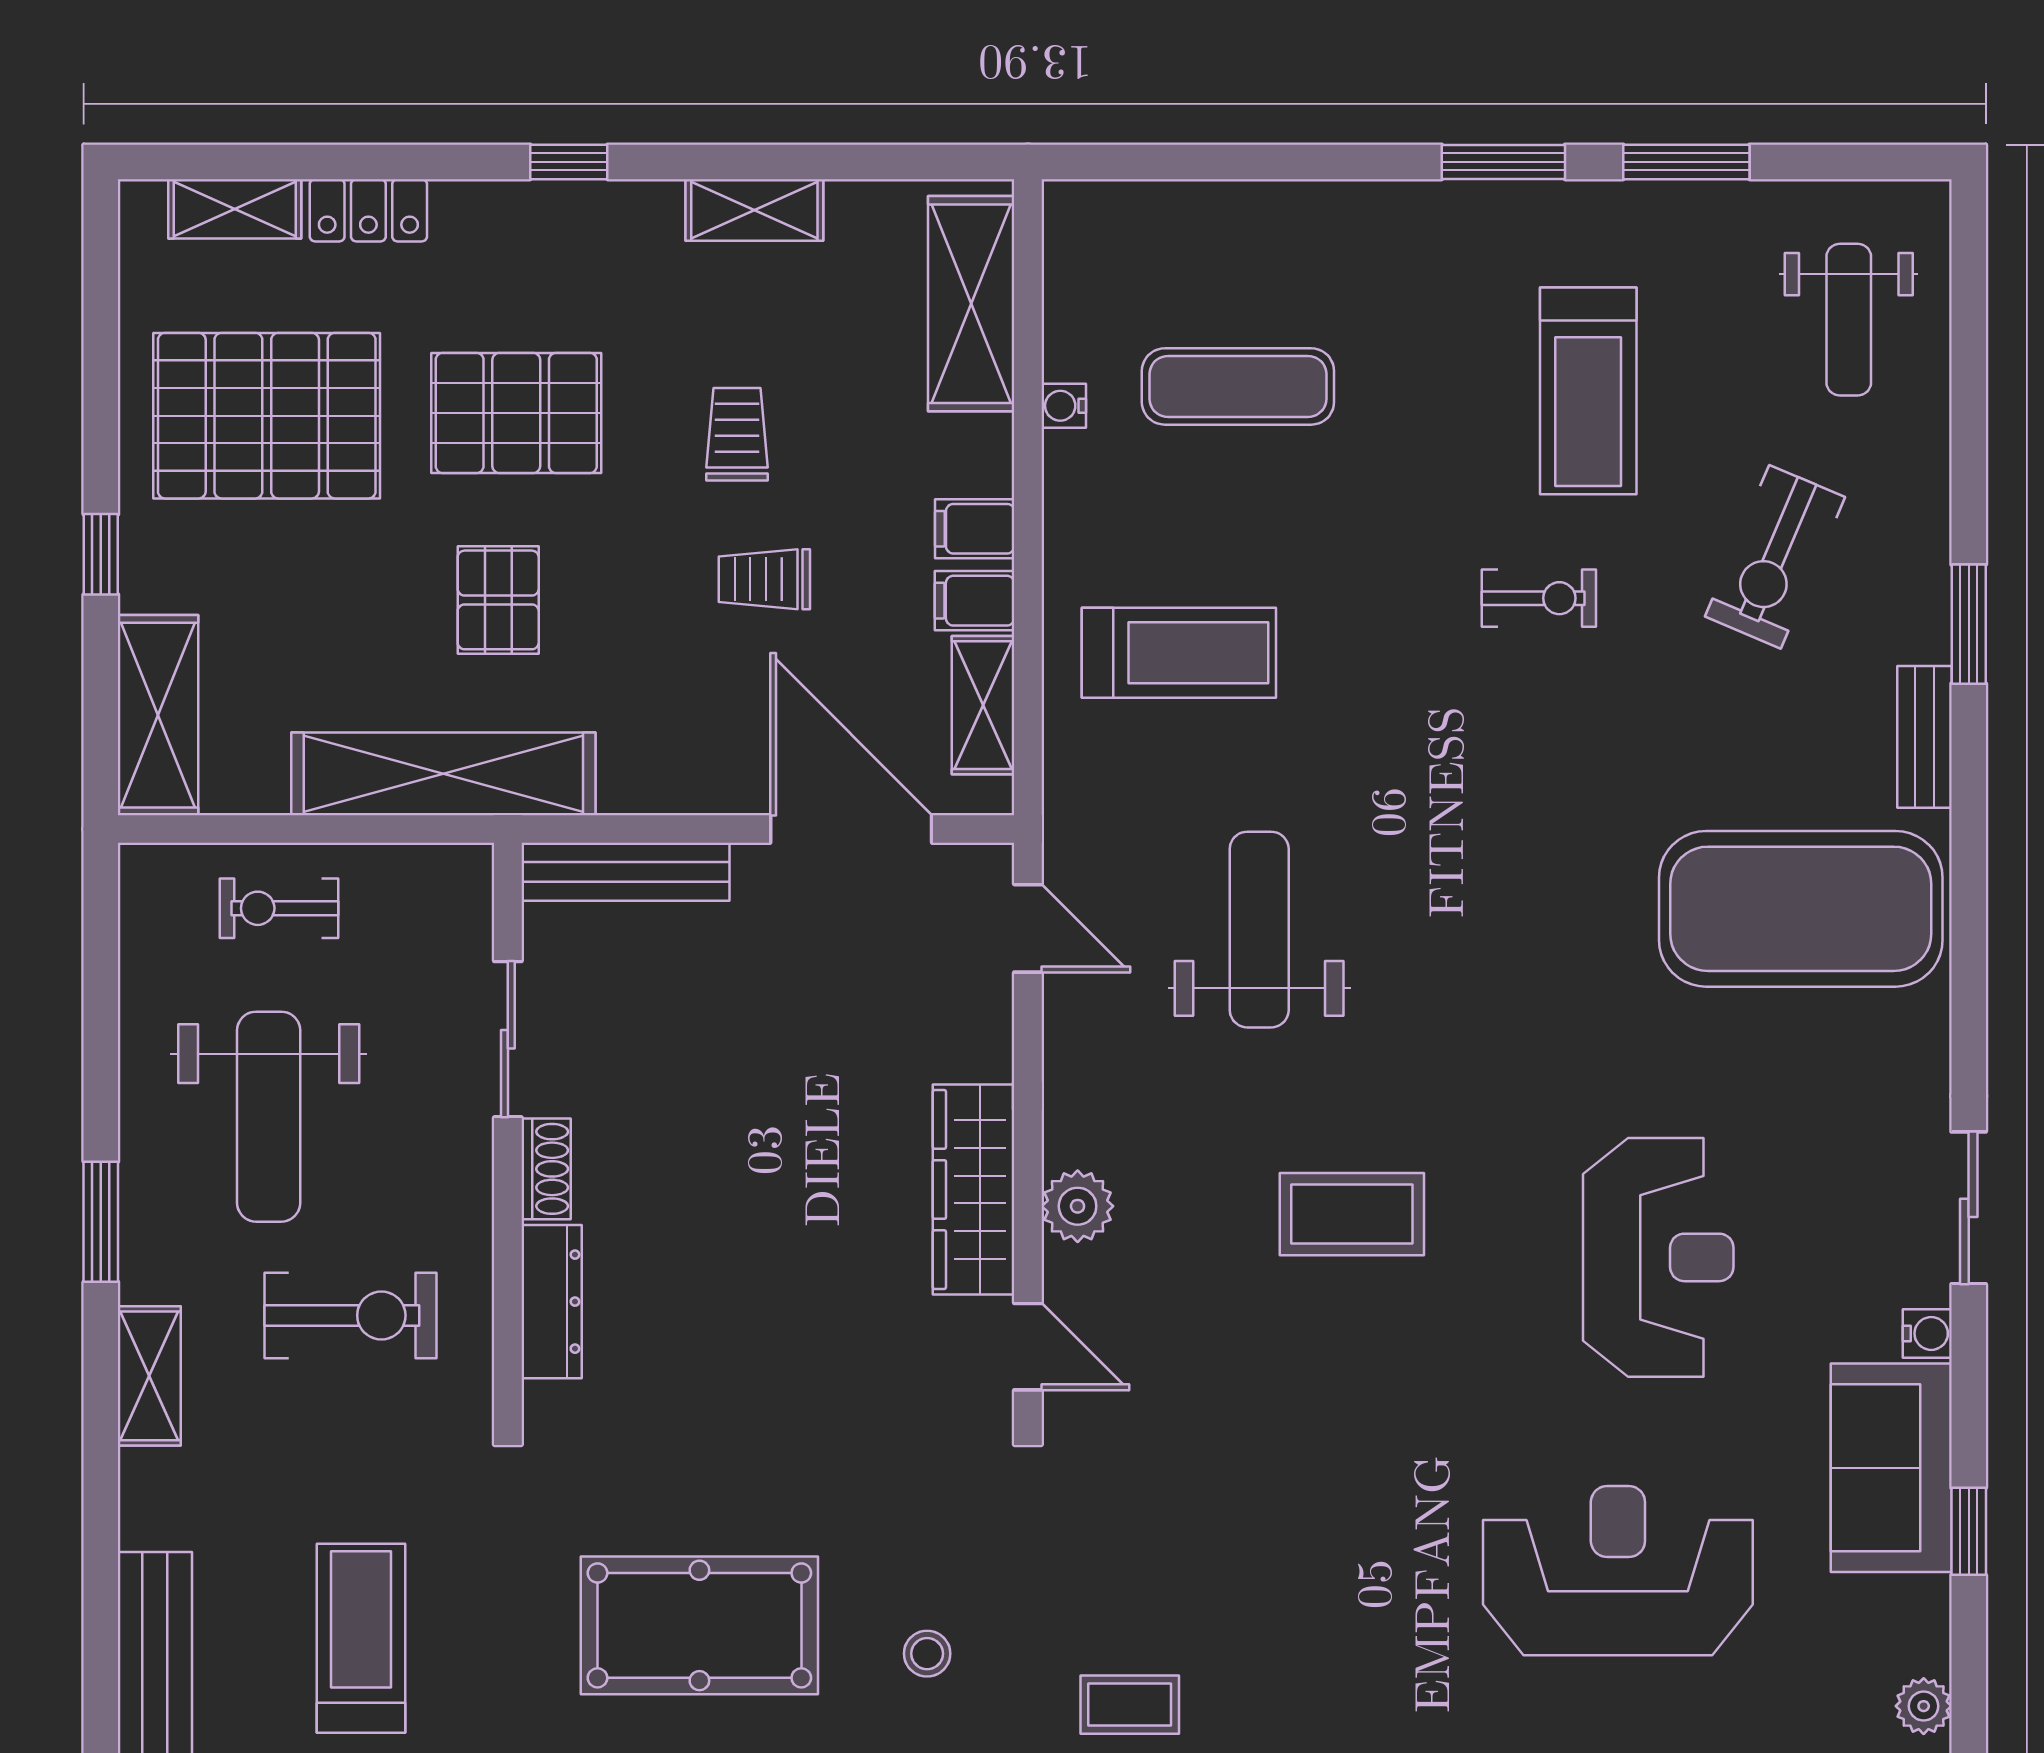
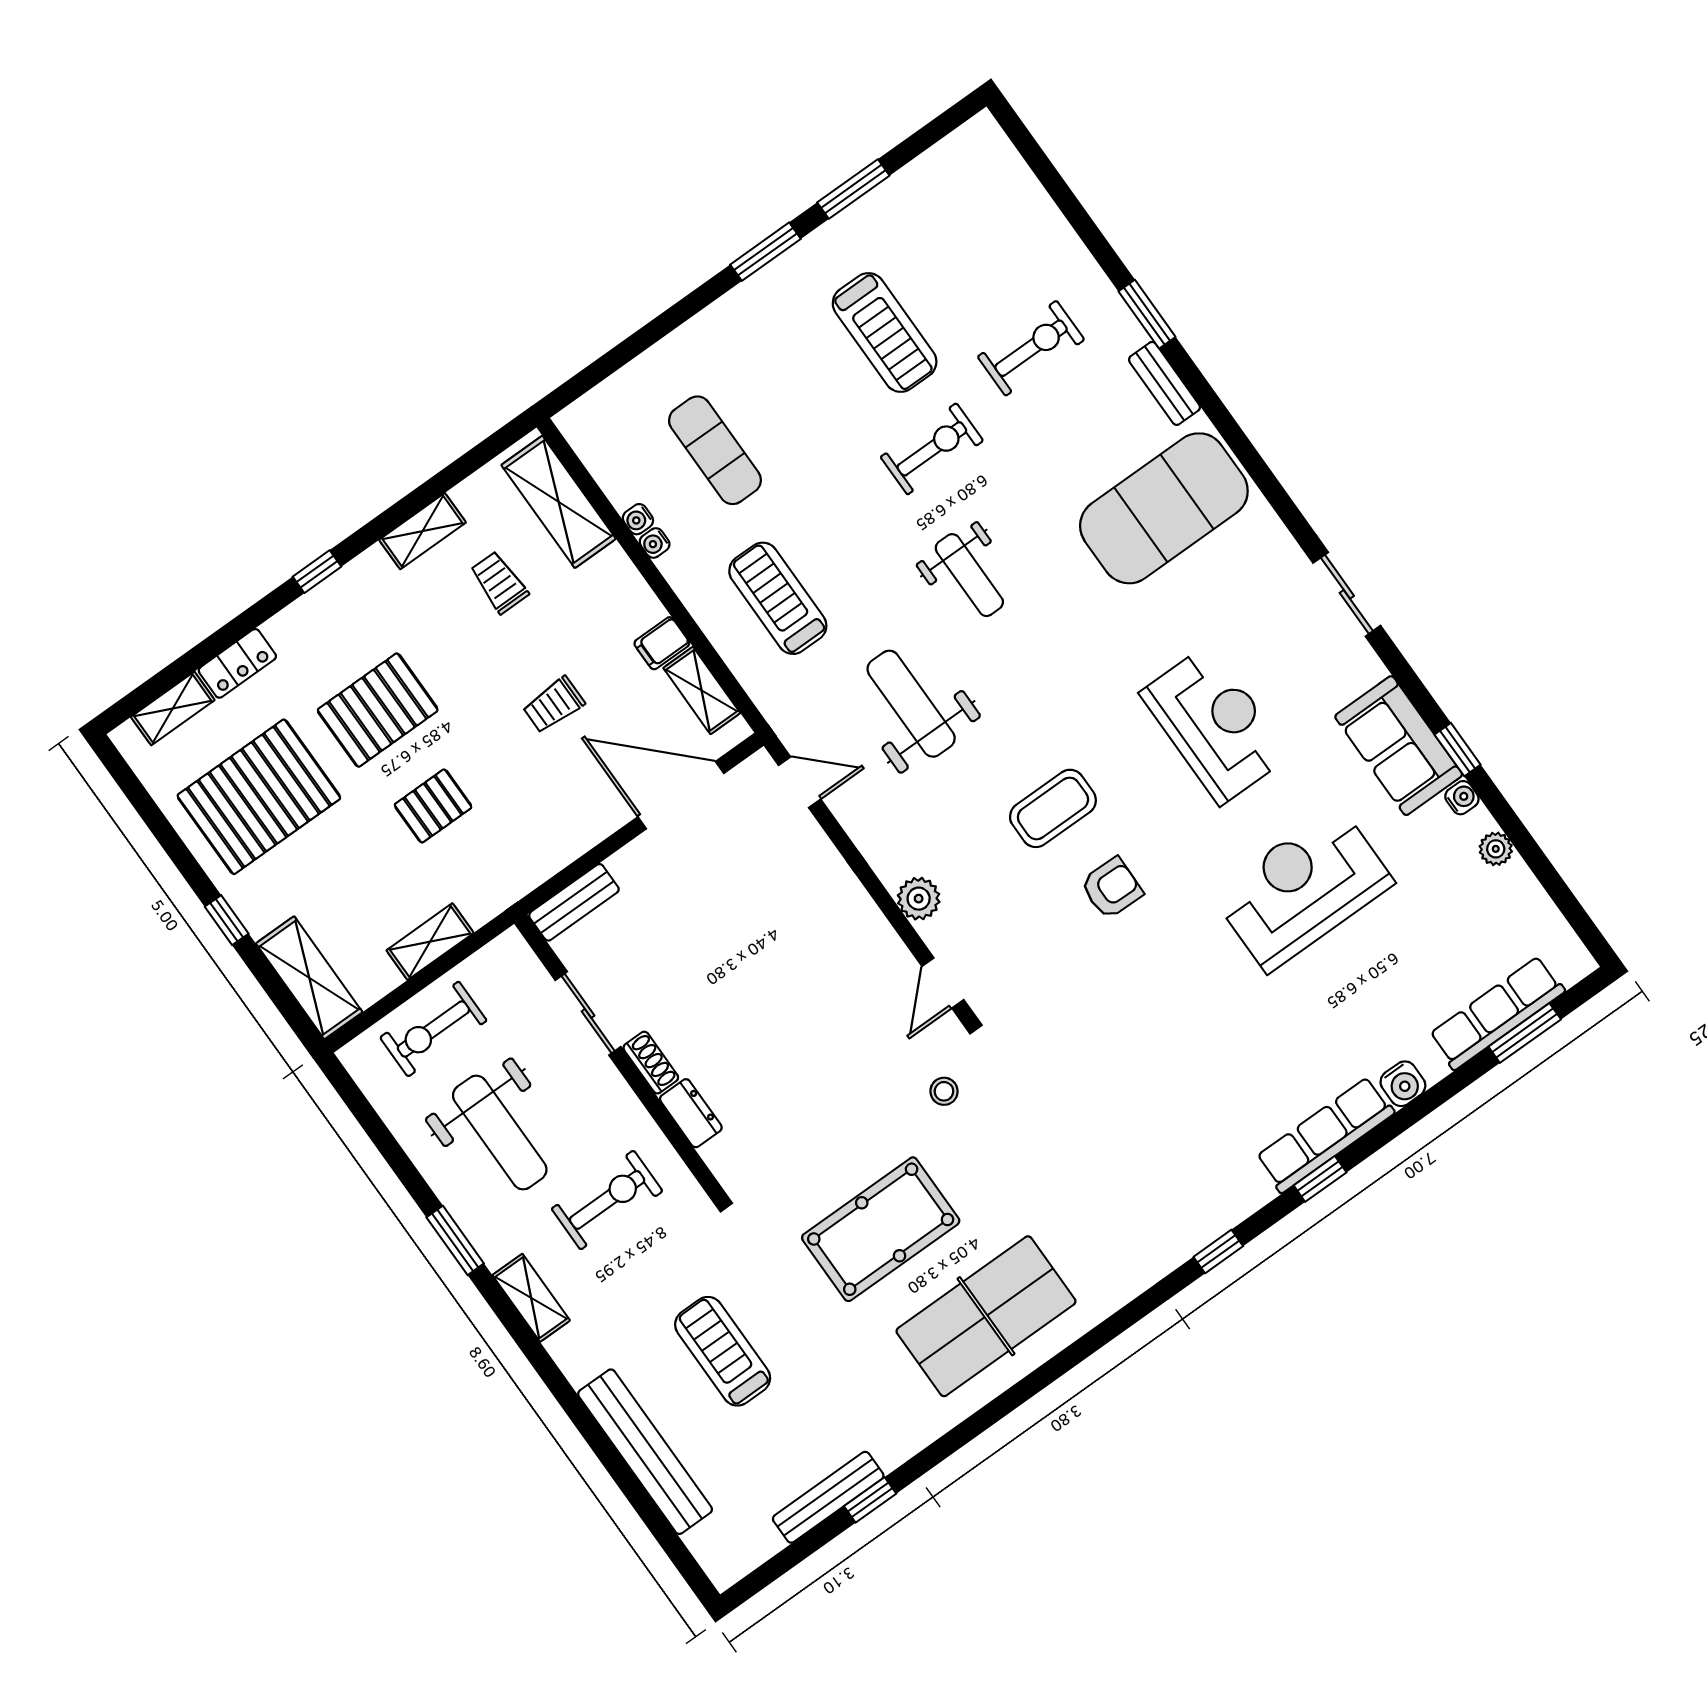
weight bench: (1849, 320) -> (969, 575), moved
exercise mat: (1238, 386) -> (715, 450), turned 90
trolley: (737, 434) -> (499, 582), moved
water cooler: (1063, 455) -> (655, 543), added
filing cabinet: (975, 529) -> (637, 609), removed
exercise bike: (1775, 557) -> (1031, 348), turned -113
exercise bike: (1539, 598) -> (932, 449), width x1.38, depth x1.39
pallet: (498, 600) -> (433, 806), turned 90
treadmill: (1179, 653) -> (778, 598), turned -90
shelving: (443, 774) -> (430, 942), width x0.45, depth x0.75
bench: (625, 872) -> (574, 902), width x0.73
exercise bike: (279, 908) -> (433, 1029), width x1.38, depth x1.39
wardrobe: (974, 1190) -> (863, 926), removed
dresser: (552, 1302) -> (691, 1113), width x0.70
water cooler: (1927, 1333) -> (1462, 798), moved
door: (1028, 1347) -> (943, 983), swing flipped
armchair: (1354, 1382) -> (1112, 888), added
stool: (927, 1654) -> (944, 1091), moved
coffee table: (1130, 1705) -> (1114, 1120), removed

